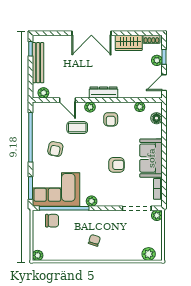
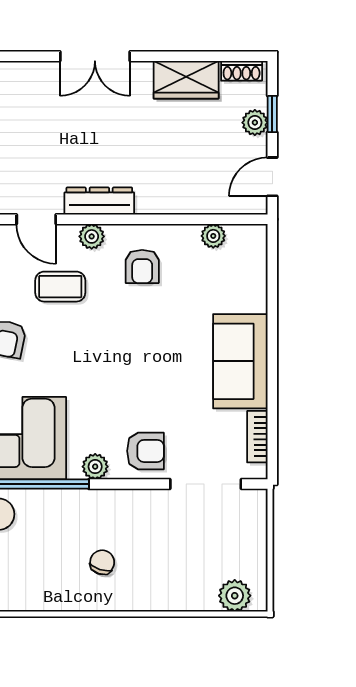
double door: (91, 33) -> (95, 56), width x0.73
dresser: (104, 93) -> (99, 201), moved
floor lamp: (156, 118) -> (254, 264), removed
armchair: (116, 165) -> (145, 451), moved
plant: (157, 215) -> (255, 501), removed

